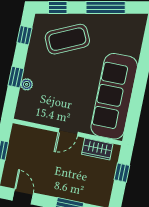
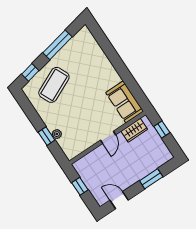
window: (24, 35) -> (27, 107), removed
sofa: (114, 96) -> (125, 102), width x0.54, depth x0.79

